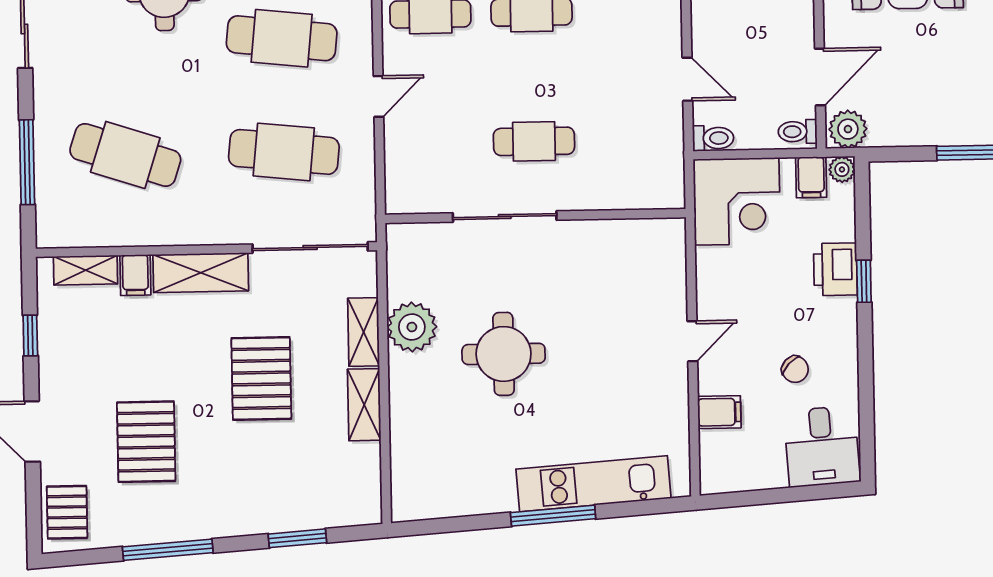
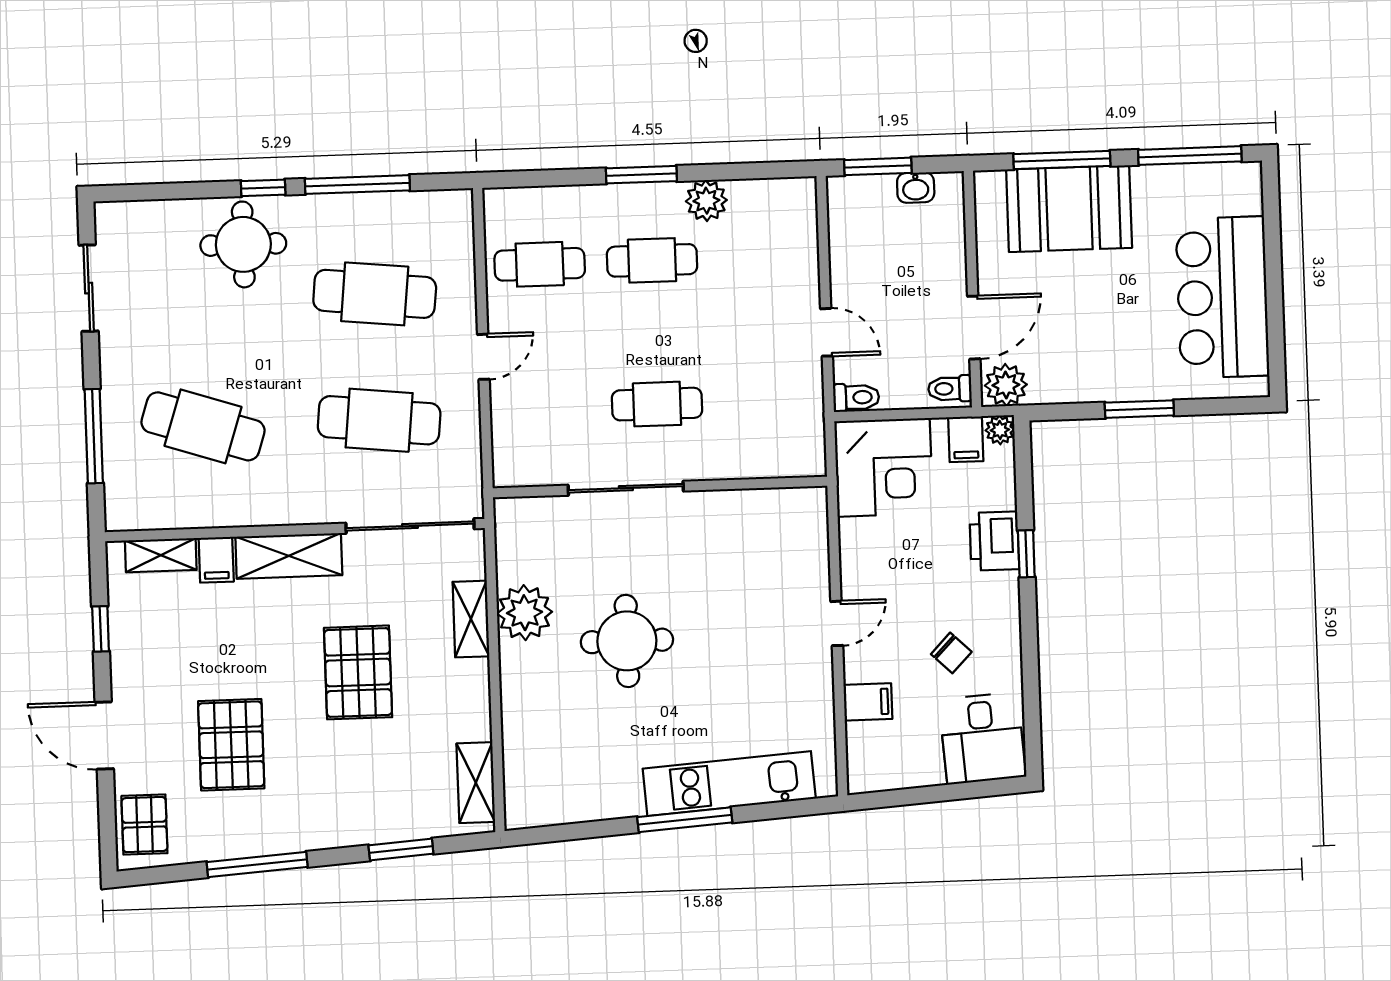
shelving: (364, 405) -> (476, 783), moved

